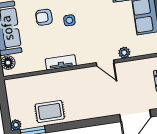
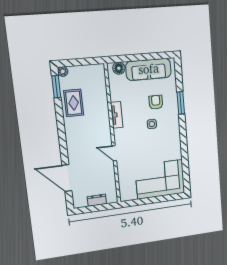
plant: (124, 53) -> (122, 170), removed
door: (105, 63) -> (114, 153), hinge flipped

